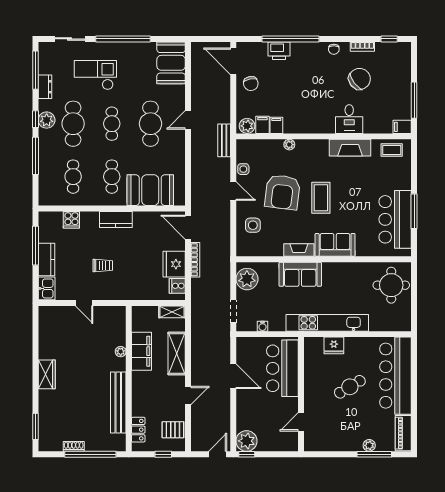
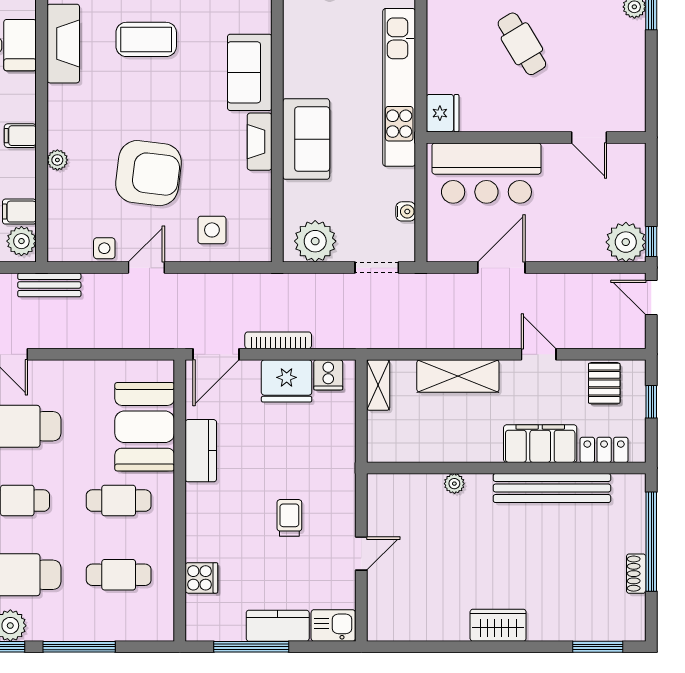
filing cabinet: (276, 125) -> (20, 136), moved
coffee table: (321, 198) -> (146, 39), moved
kitchen counter: (116, 219) -> (201, 451), moved
fridge: (334, 345) -> (443, 113), moved
filing cabinet: (141, 351) -> (540, 444), moved

